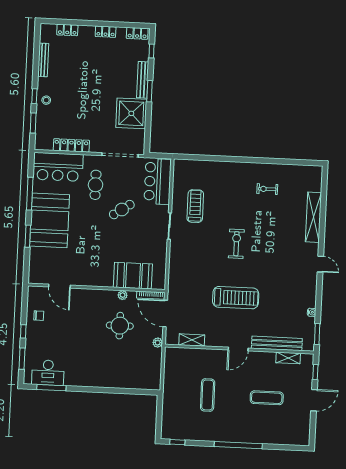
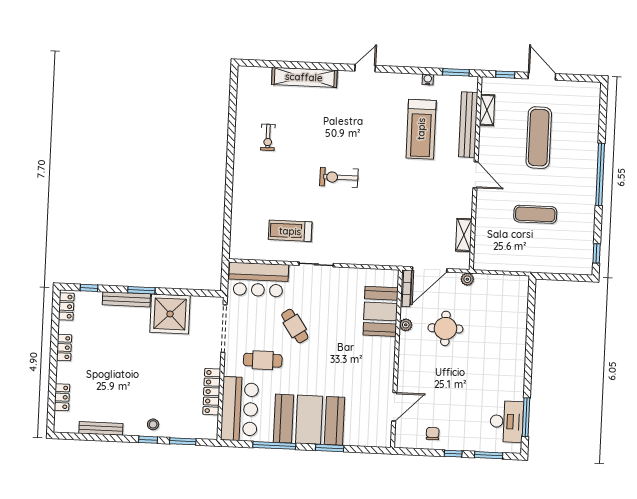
treadmill: (236, 298) -> (421, 129), moved, turned 180
exercise mat: (267, 398) -> (539, 138), width x1.36, depth x1.45

